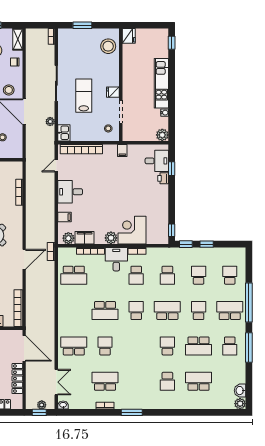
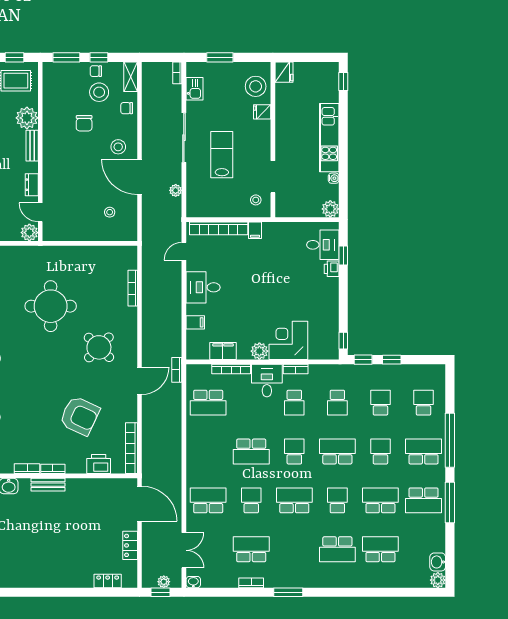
fridge: (113, 92) -> (262, 112), moved
kitchen sink: (64, 133) -> (194, 89), moved
filing cabinet: (122, 150) -> (255, 230), moved
plant: (68, 238) -> (201, 352), removed
school desk: (136, 346) -> (294, 500), added
school desk: (199, 346) -> (380, 500), turned 180
school desk: (230, 346) -> (424, 500), width x1.85
locker: (17, 379) -> (130, 545), width x0.66
school desk: (167, 381) -> (337, 549), width x1.85

